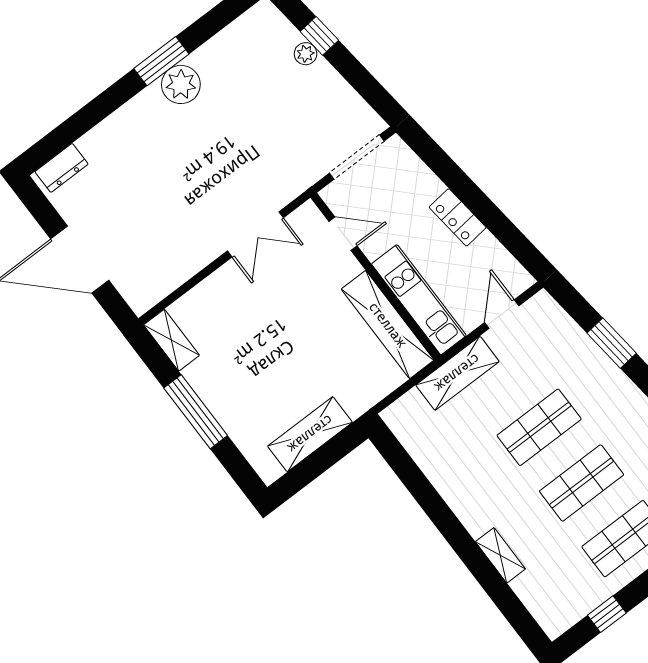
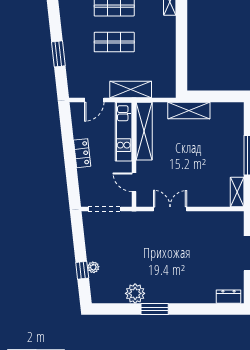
plant: (181, 84) -> (135, 293), moved
shelving: (310, 434) -> (189, 110), moved

